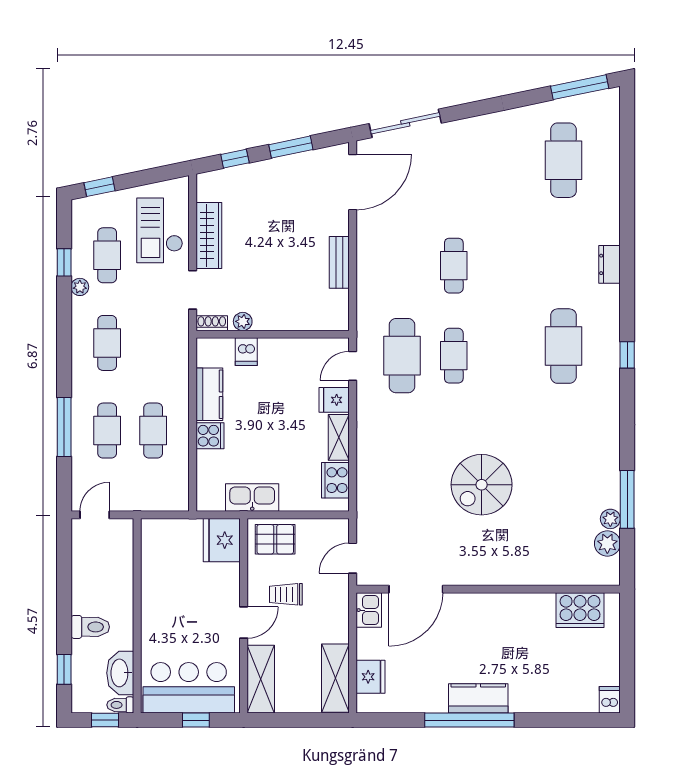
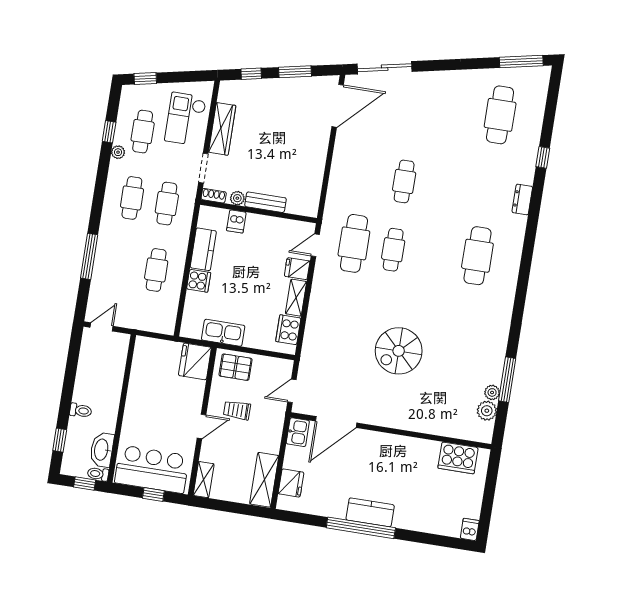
bench: (339, 262) -> (266, 202), moved, turned 90
window: (627, 355) -> (543, 157), moved
cafe table: (107, 431) -> (167, 204), moved
toilet: (90, 627) -> (81, 411), width x0.73, depth x0.72
shelving: (261, 679) -> (204, 480), width x0.67, depth x0.75

